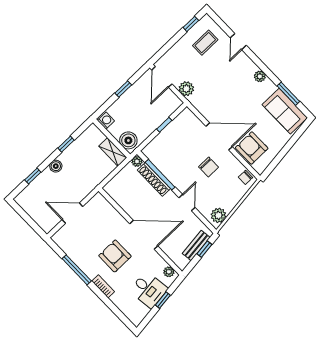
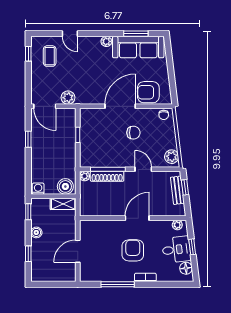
sofa: (285, 111) -> (138, 47), width x1.36
washing machine: (106, 121) -> (38, 189), moved
wall: (111, 138) -> (53, 196), moved
boiler: (128, 140) -> (65, 186), moved
shelving: (113, 152) -> (63, 204), moved
door: (144, 235) -> (137, 218), width x0.73
armchair: (115, 256) -> (133, 250), turned 90
floor lamp: (141, 311) -> (186, 268), added

